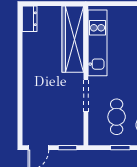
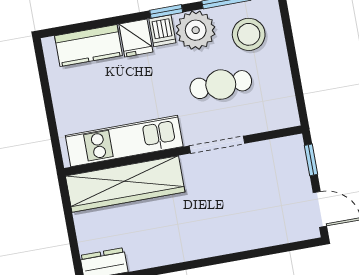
cafe table: (117, 117) -> (221, 85), moved
window: (120, 148) -> (295, 70), removed

